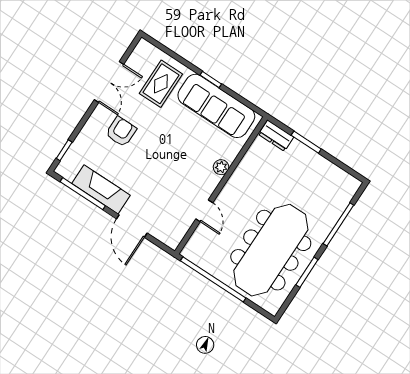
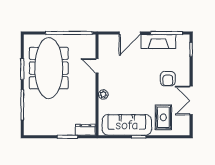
door: (132, 226) -> (130, 33), swing flipped

